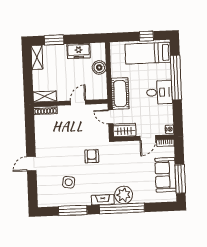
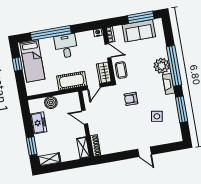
coffee table: (125, 150) -> (121, 70), added

